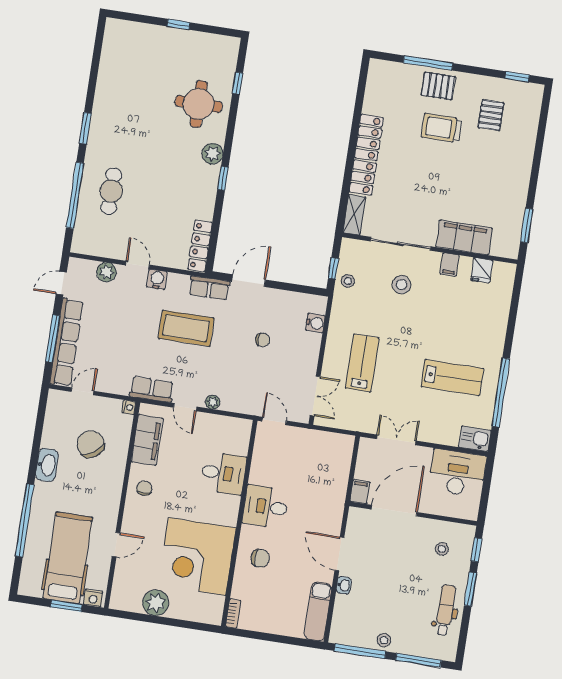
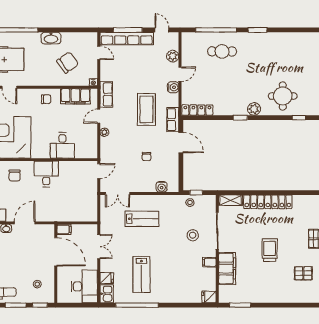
trolley: (442, 128) -> (270, 250), moved
fridge: (482, 270) -> (209, 297), moved
fridge: (449, 435) -> (107, 278), added

